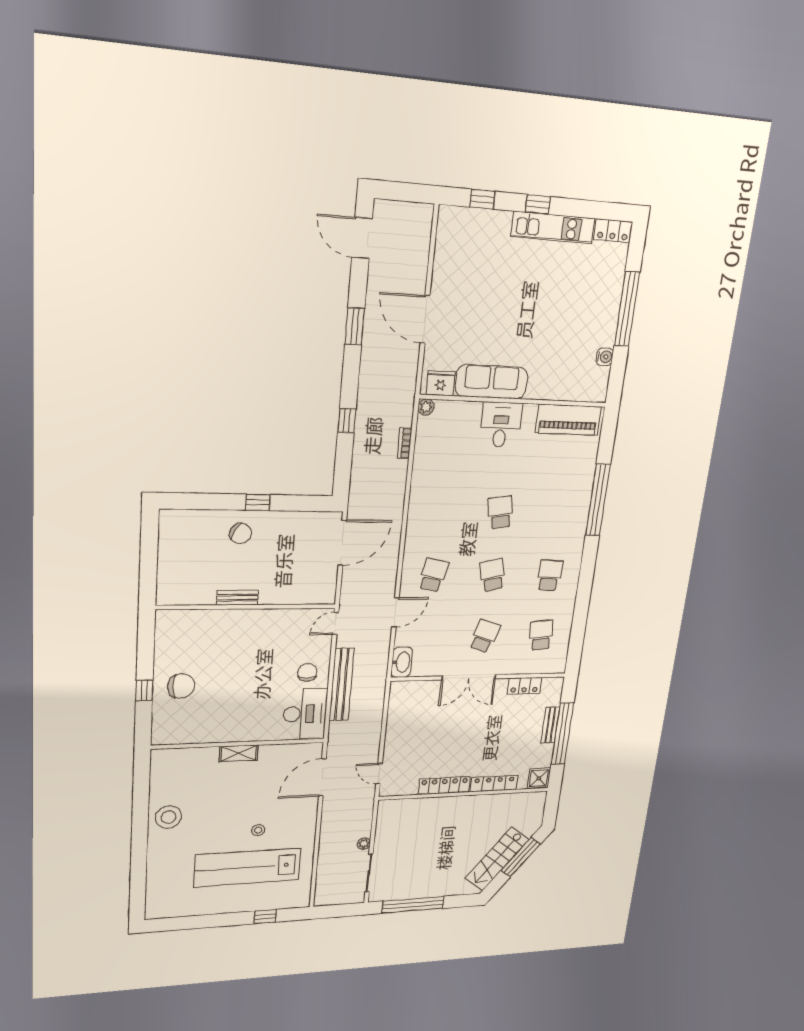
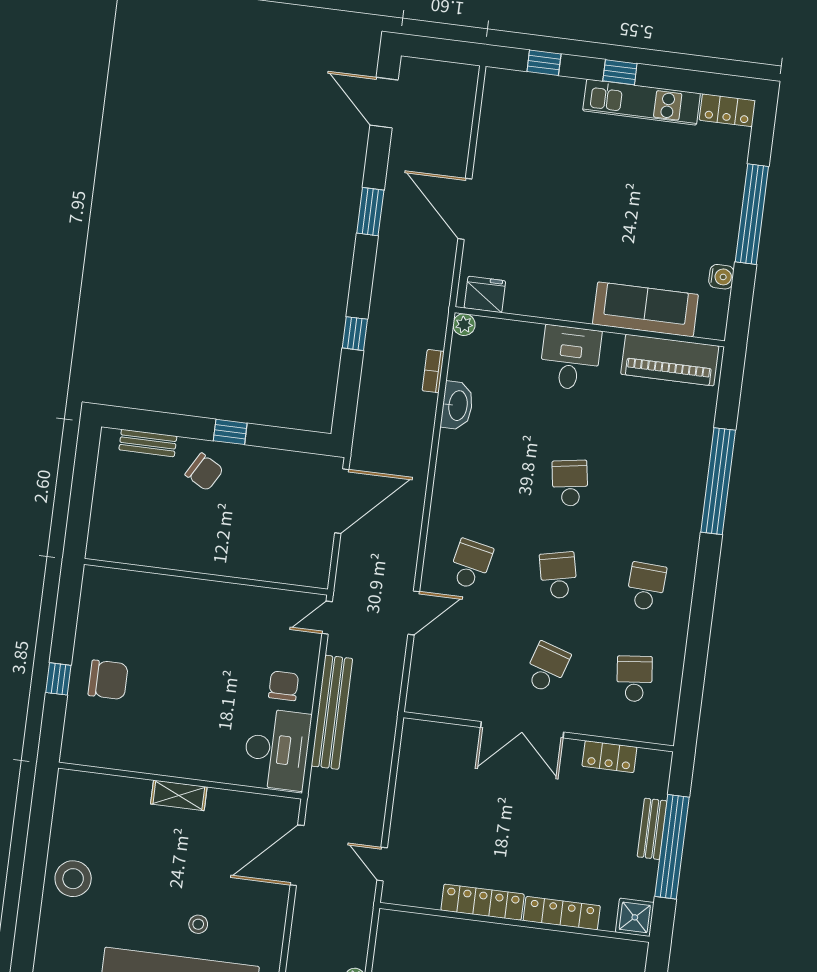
sofa: (491, 382) -> (645, 309), moved
bench: (237, 598) -> (148, 443), moved
washbasin: (402, 662) -> (457, 405), moved

